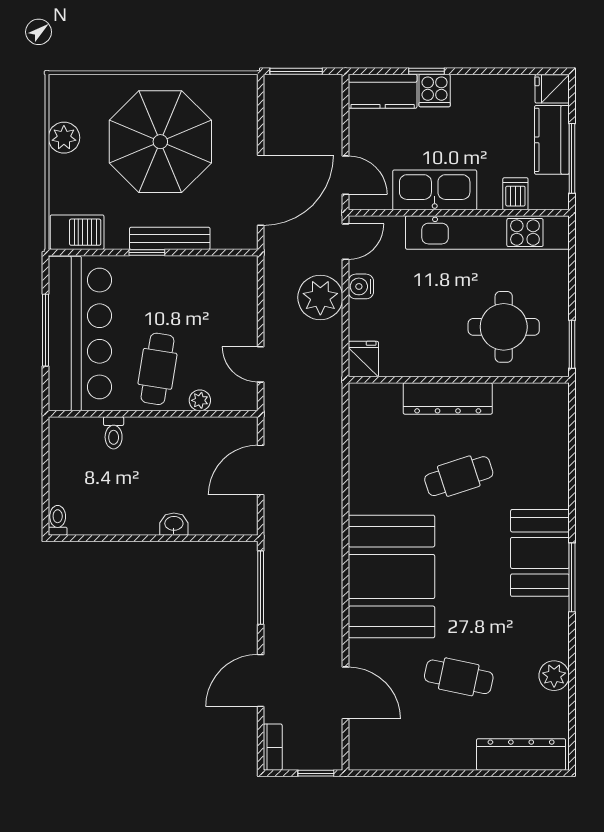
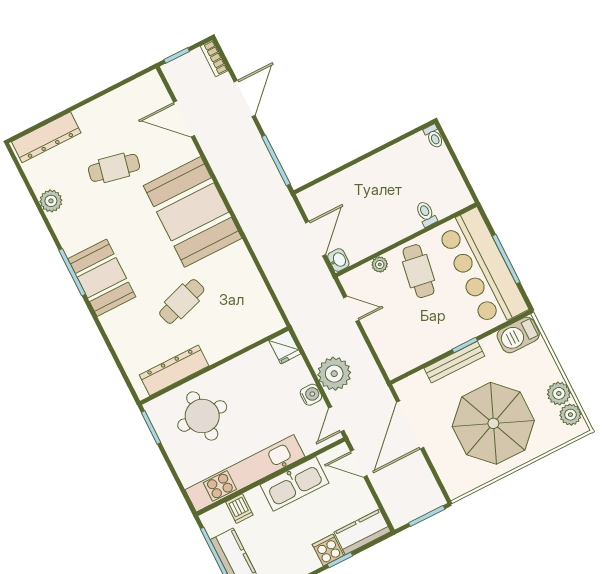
plant: (63, 105) -> (570, 415), added
dresser: (448, 398) -> (174, 370), moved
washbasin: (174, 524) -> (338, 260), moved, turned -90

